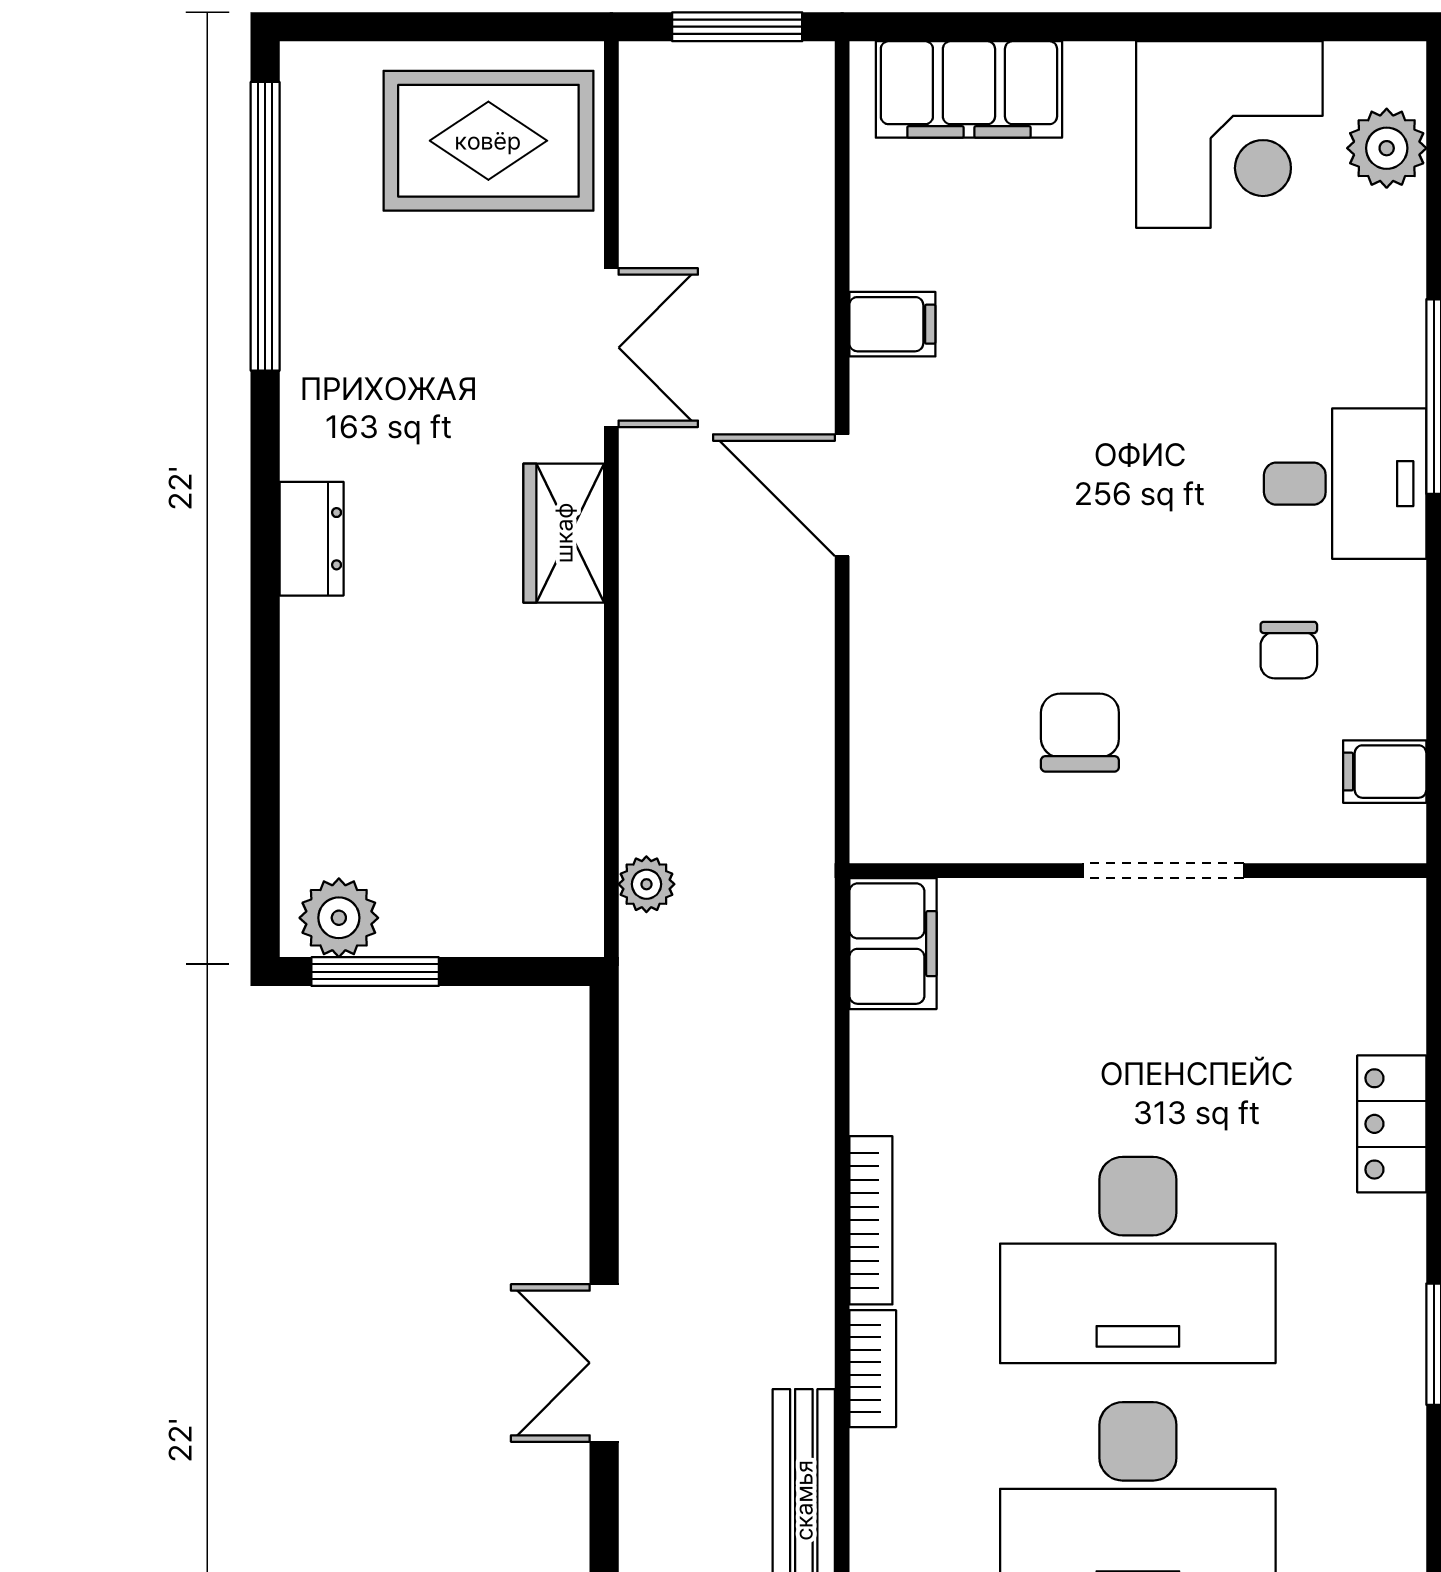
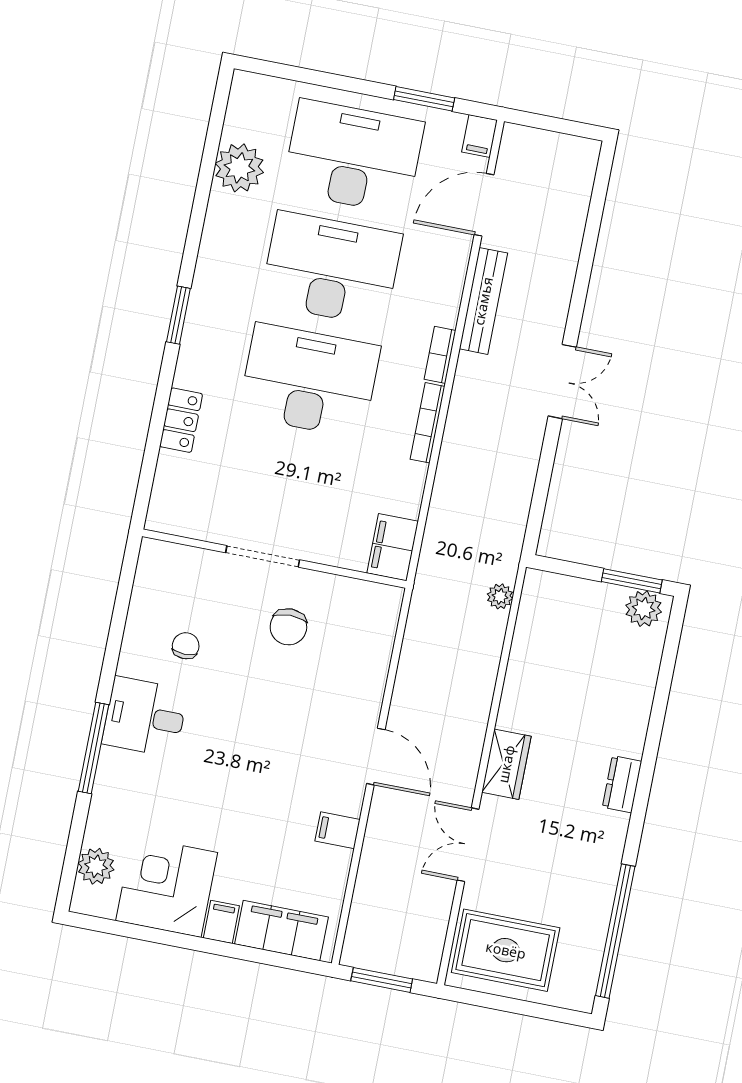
filing cabinet: (1385, 772) -> (221, 922), moved, turned -90

